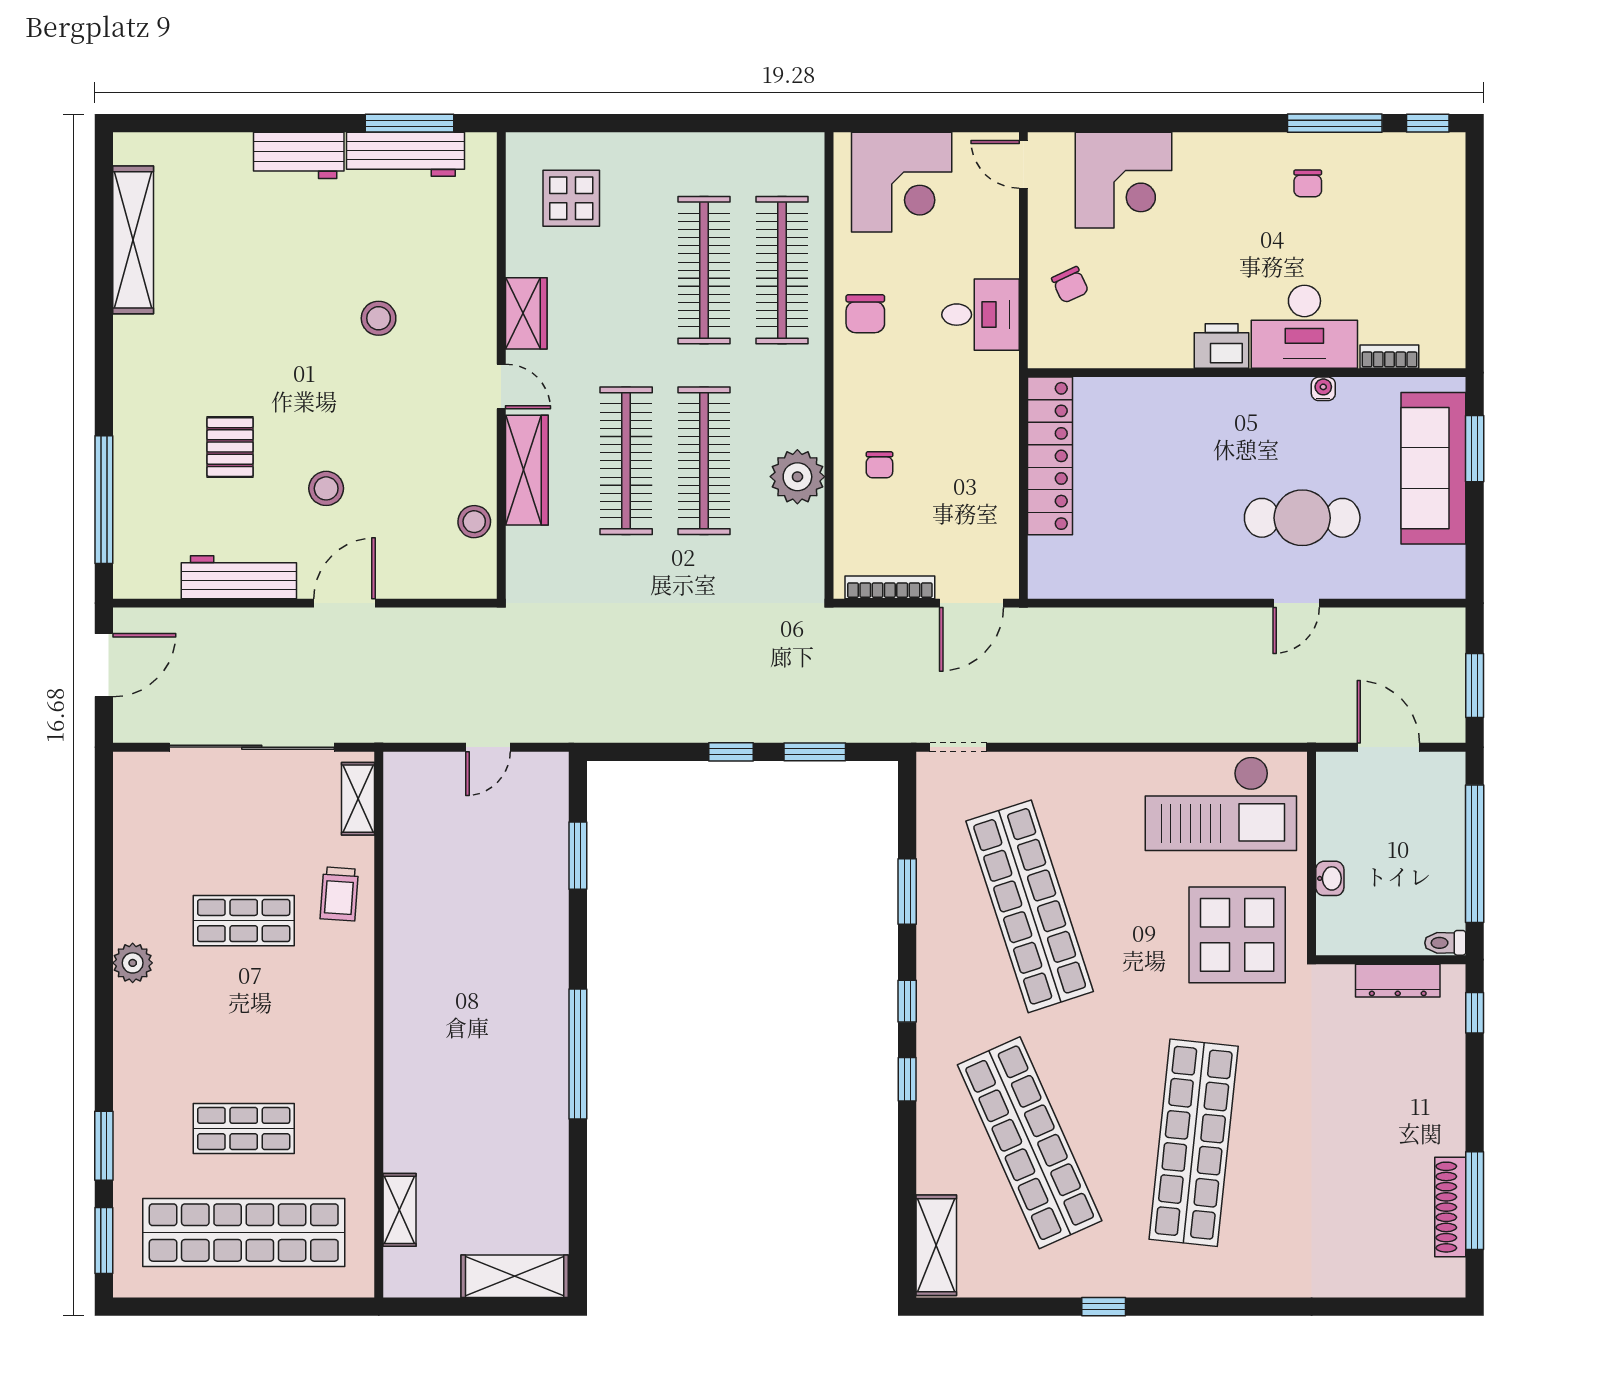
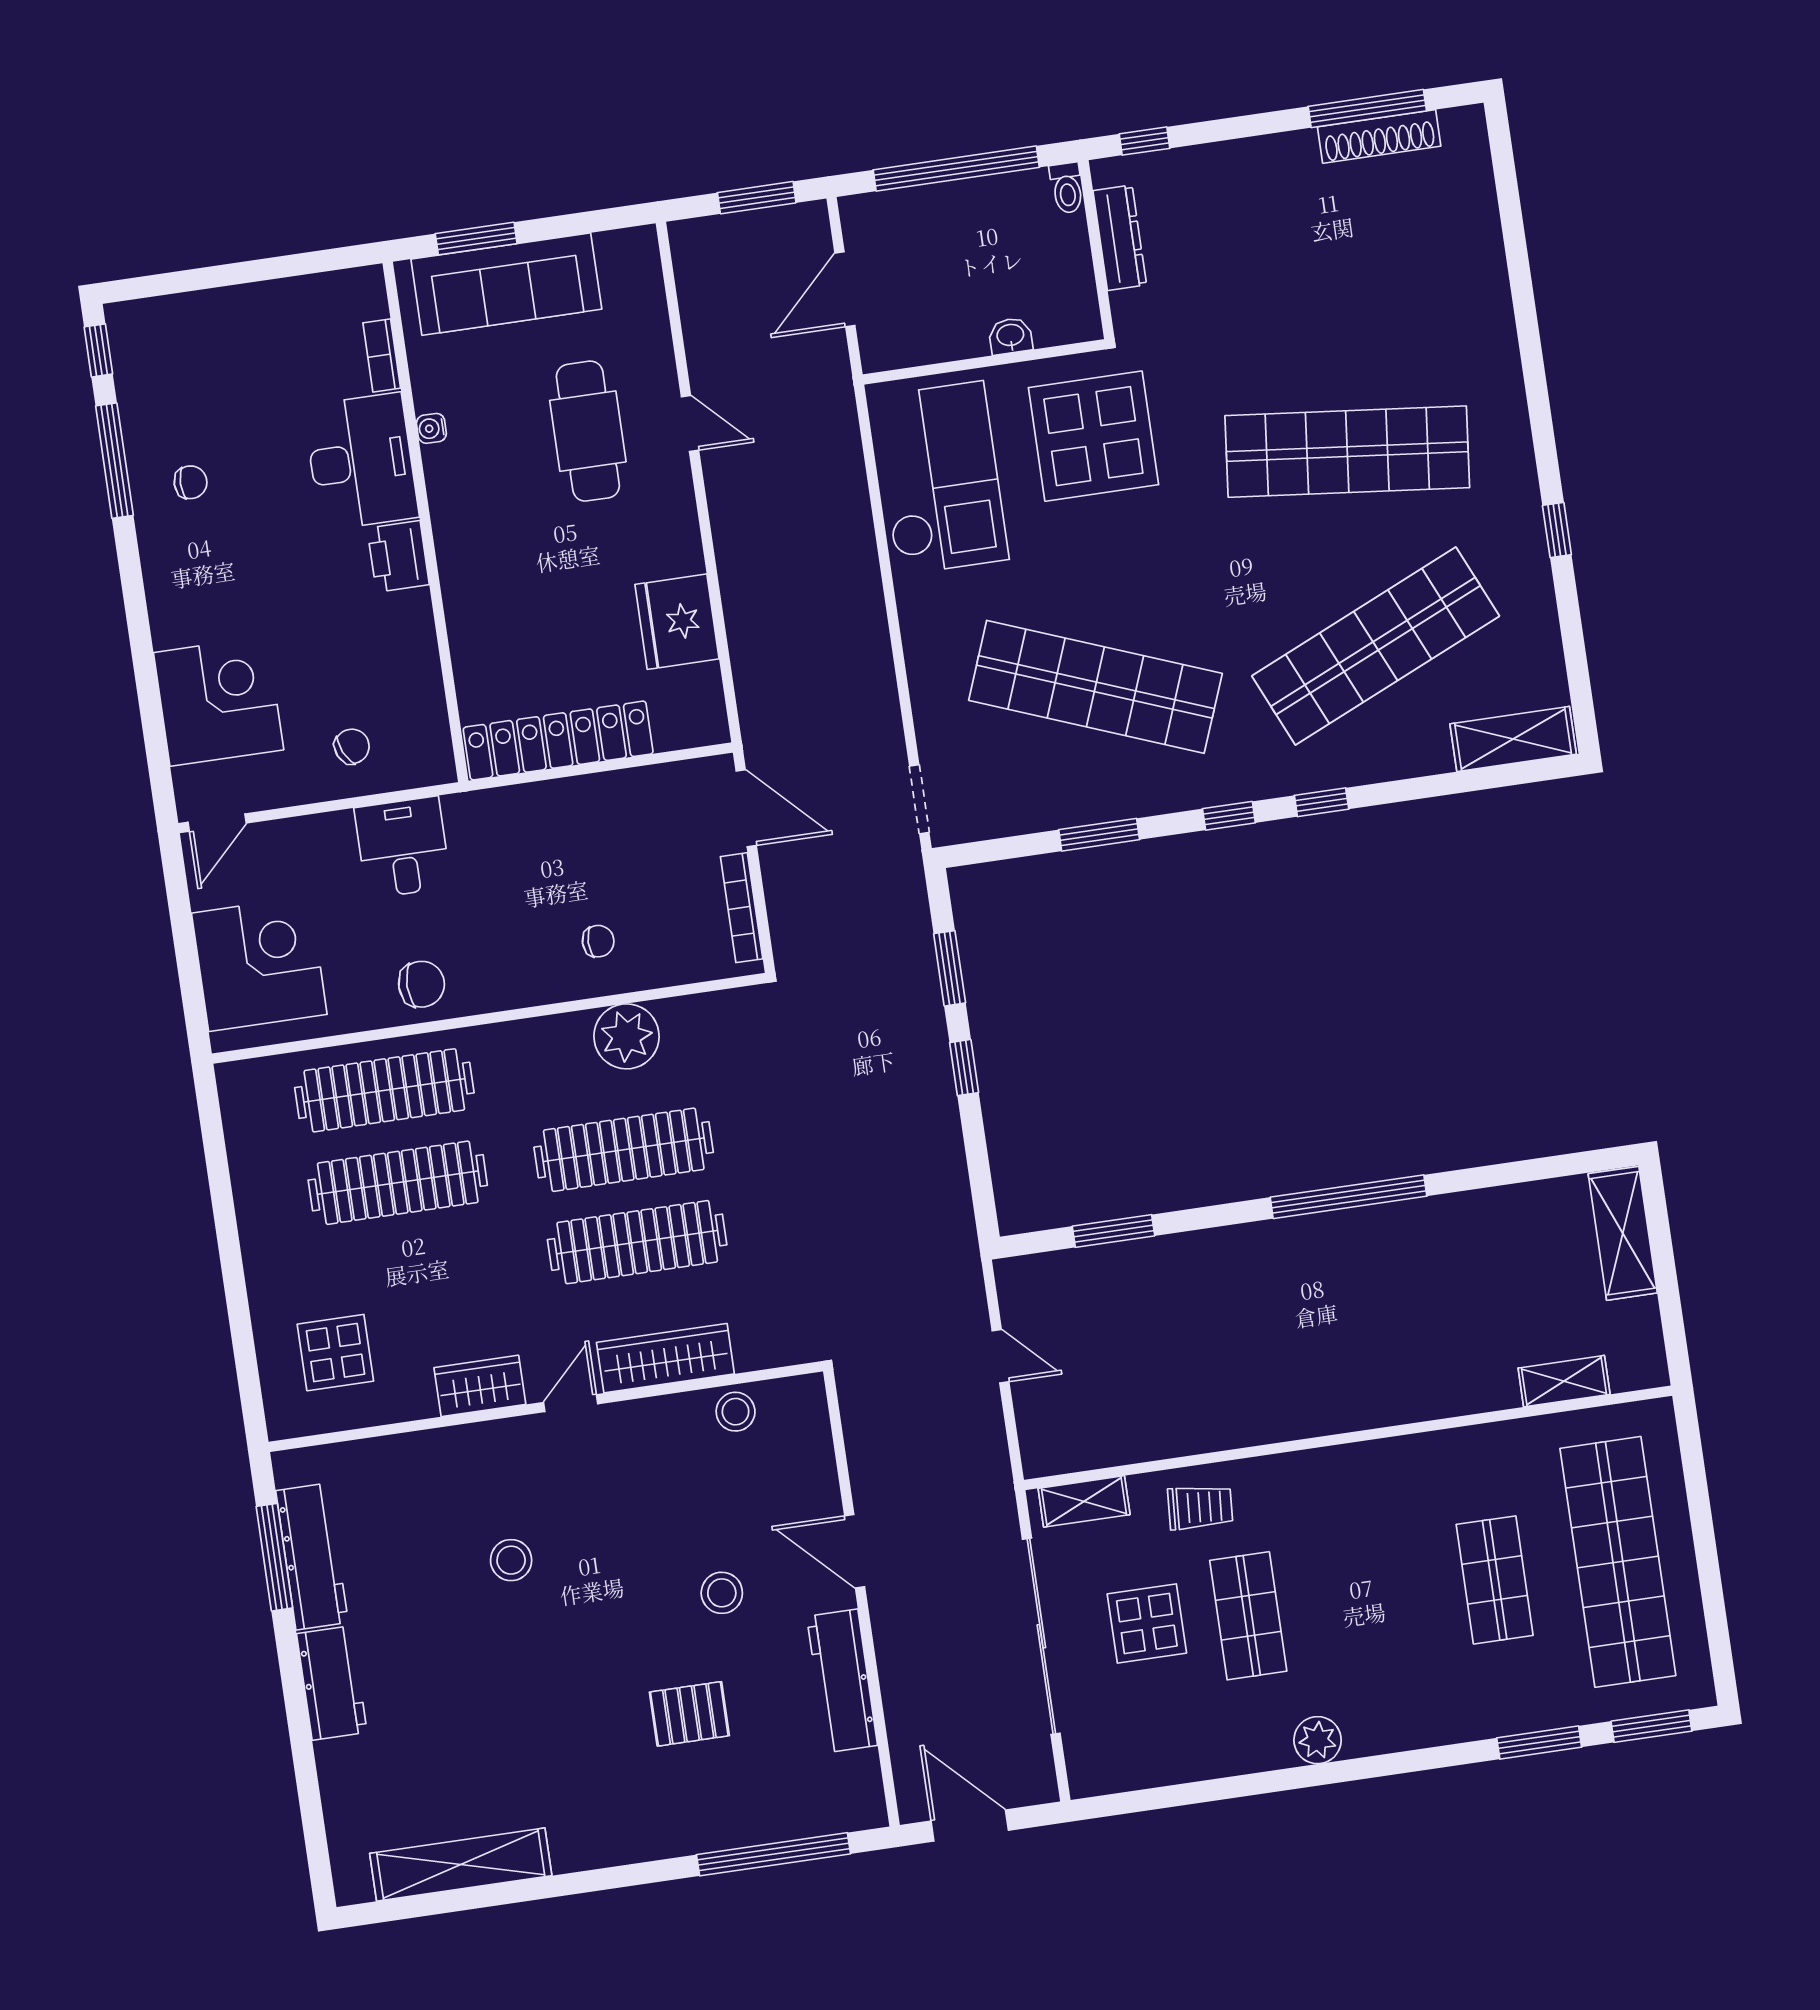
fridge: (1134, 568) -> (677, 622), added
display table: (250, 836) -> (1147, 1623), added
shop shelf: (1030, 906) -> (1095, 687), turned 39

